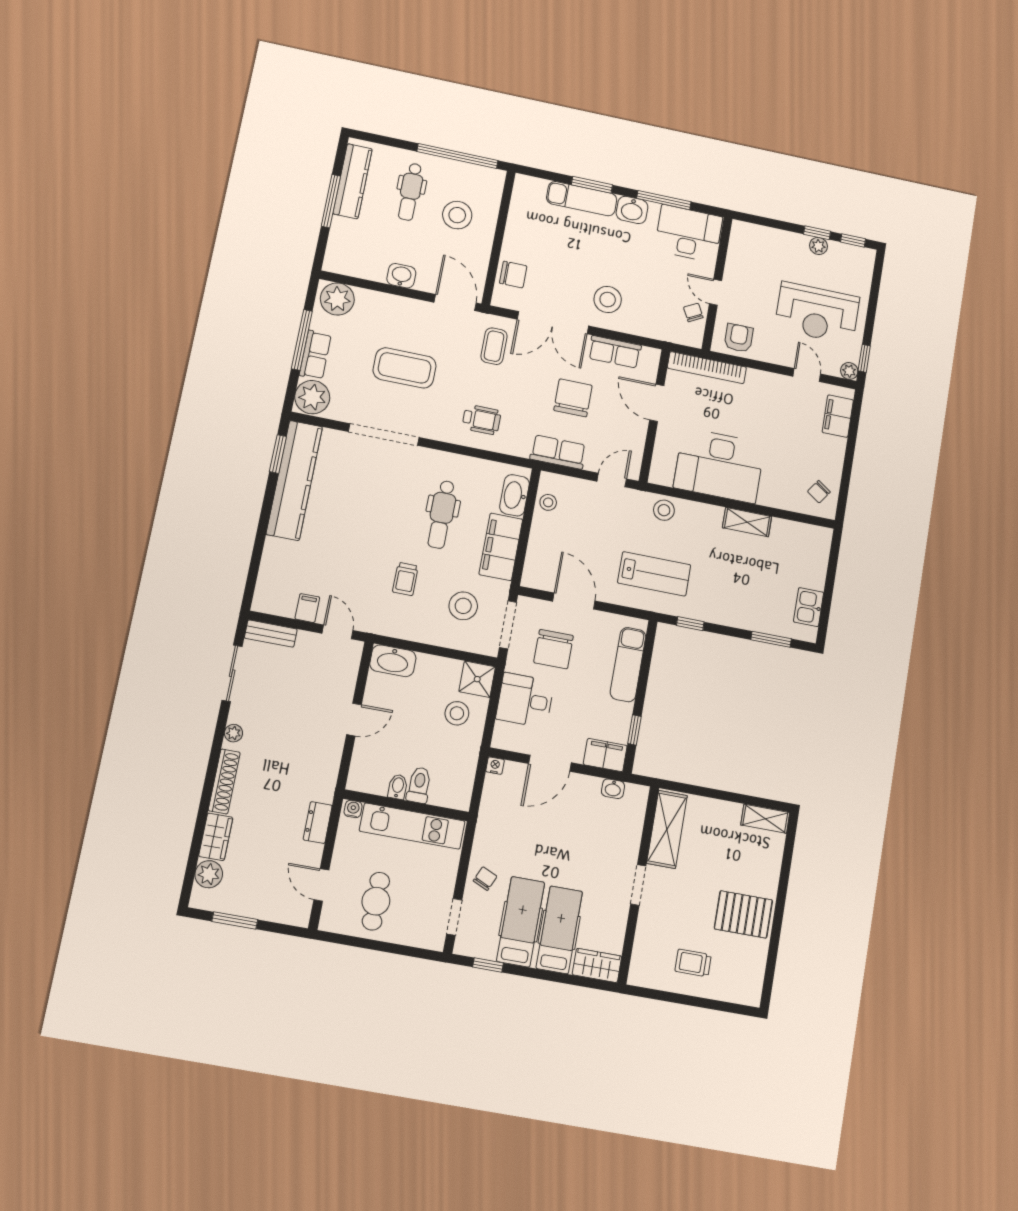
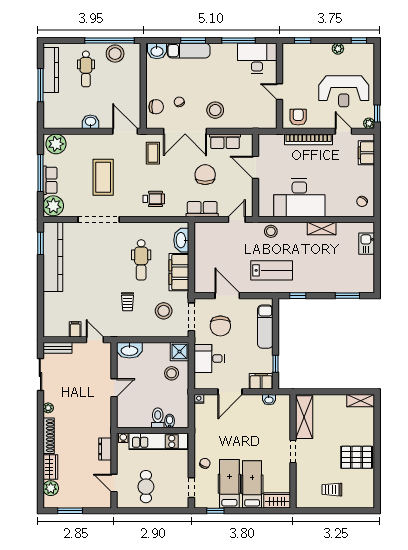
washbasin: (632, 210) -> (157, 51), moved
stool: (457, 215) -> (115, 54), moved
window: (817, 233) -> (303, 40), moved
chair: (693, 312) -> (179, 102), moved
coffee table: (405, 368) -> (103, 177), turned 90
bookcase: (707, 368) -> (309, 139), moved
stool: (548, 502) -> (202, 240), removed
kitchen sink: (809, 607) -> (367, 244), moved
bidet: (398, 787) -> (170, 421), moved

